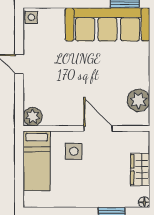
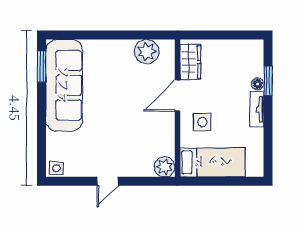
wardrobe: (140, 170) -> (190, 62), moved, turned -90
tv unit: (85, 201) -> (257, 109), added
floor lamp: (144, 202) -> (258, 84), moved

